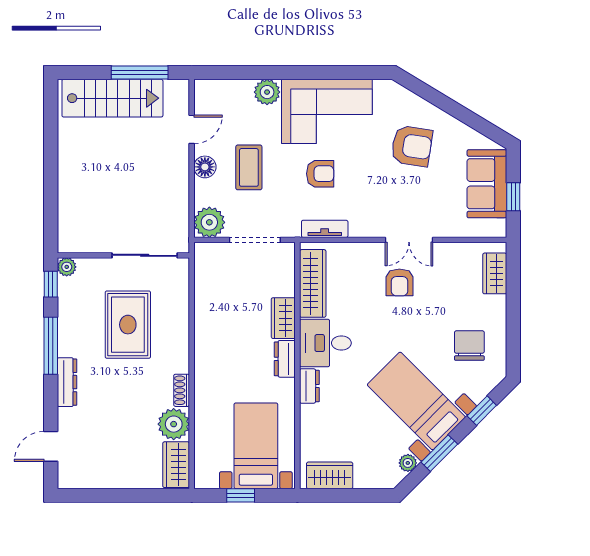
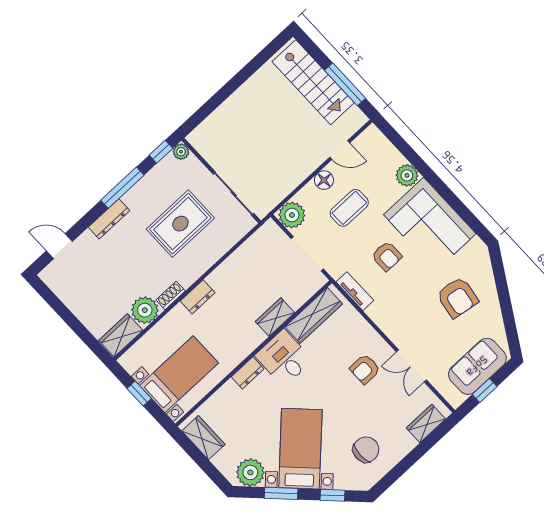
double door: (409, 240) -> (411, 366), moved
dresser: (285, 359) -> (198, 297), moved, turned 180
plant: (408, 463) -> (250, 472), width x1.88, depth x1.88

